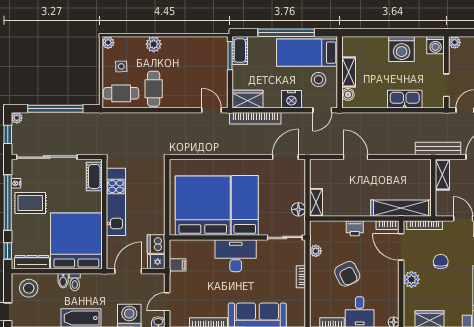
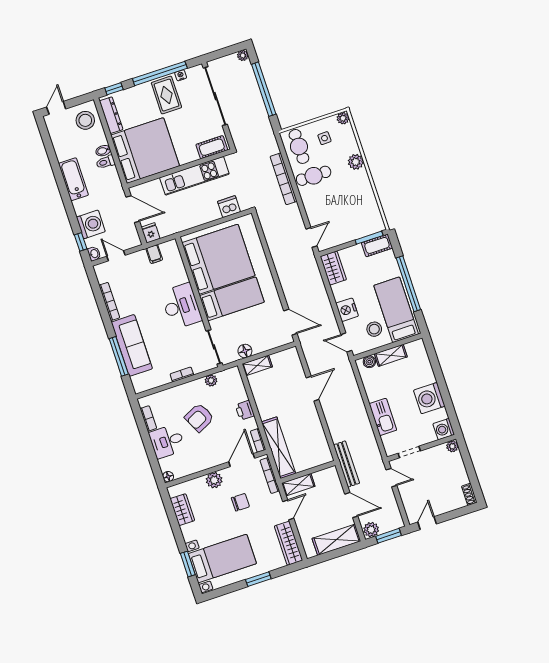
bookcase: (255, 118) -> (284, 179), moved
window: (8, 134) -> (224, 52), removed
shelving: (442, 175) -> (298, 485), moved
dishwasher: (156, 244) -> (229, 207), moved

